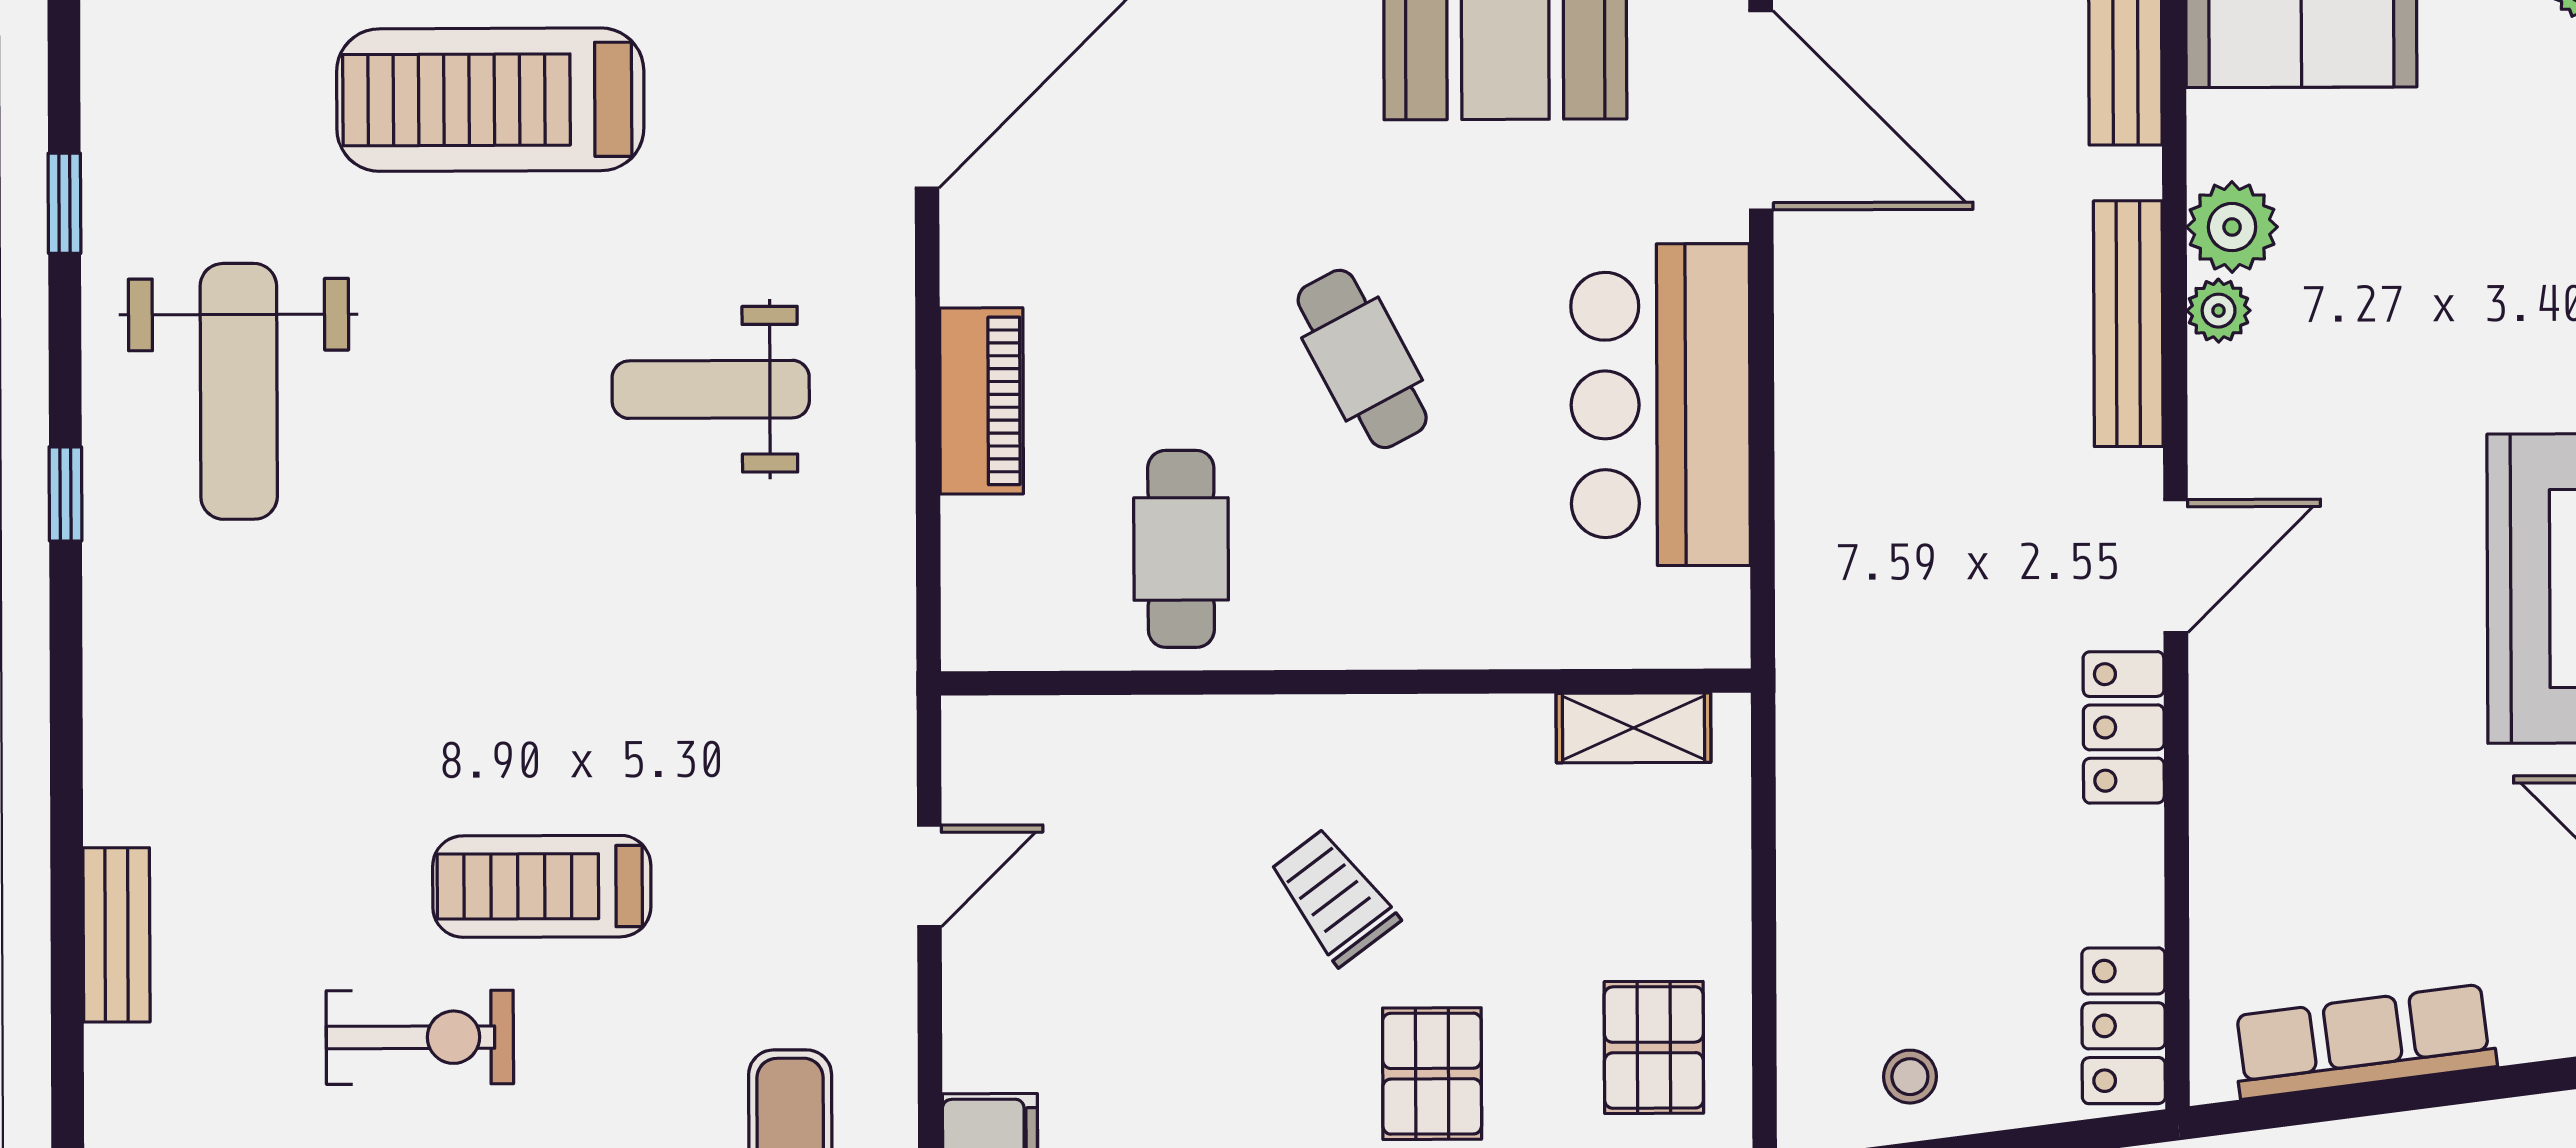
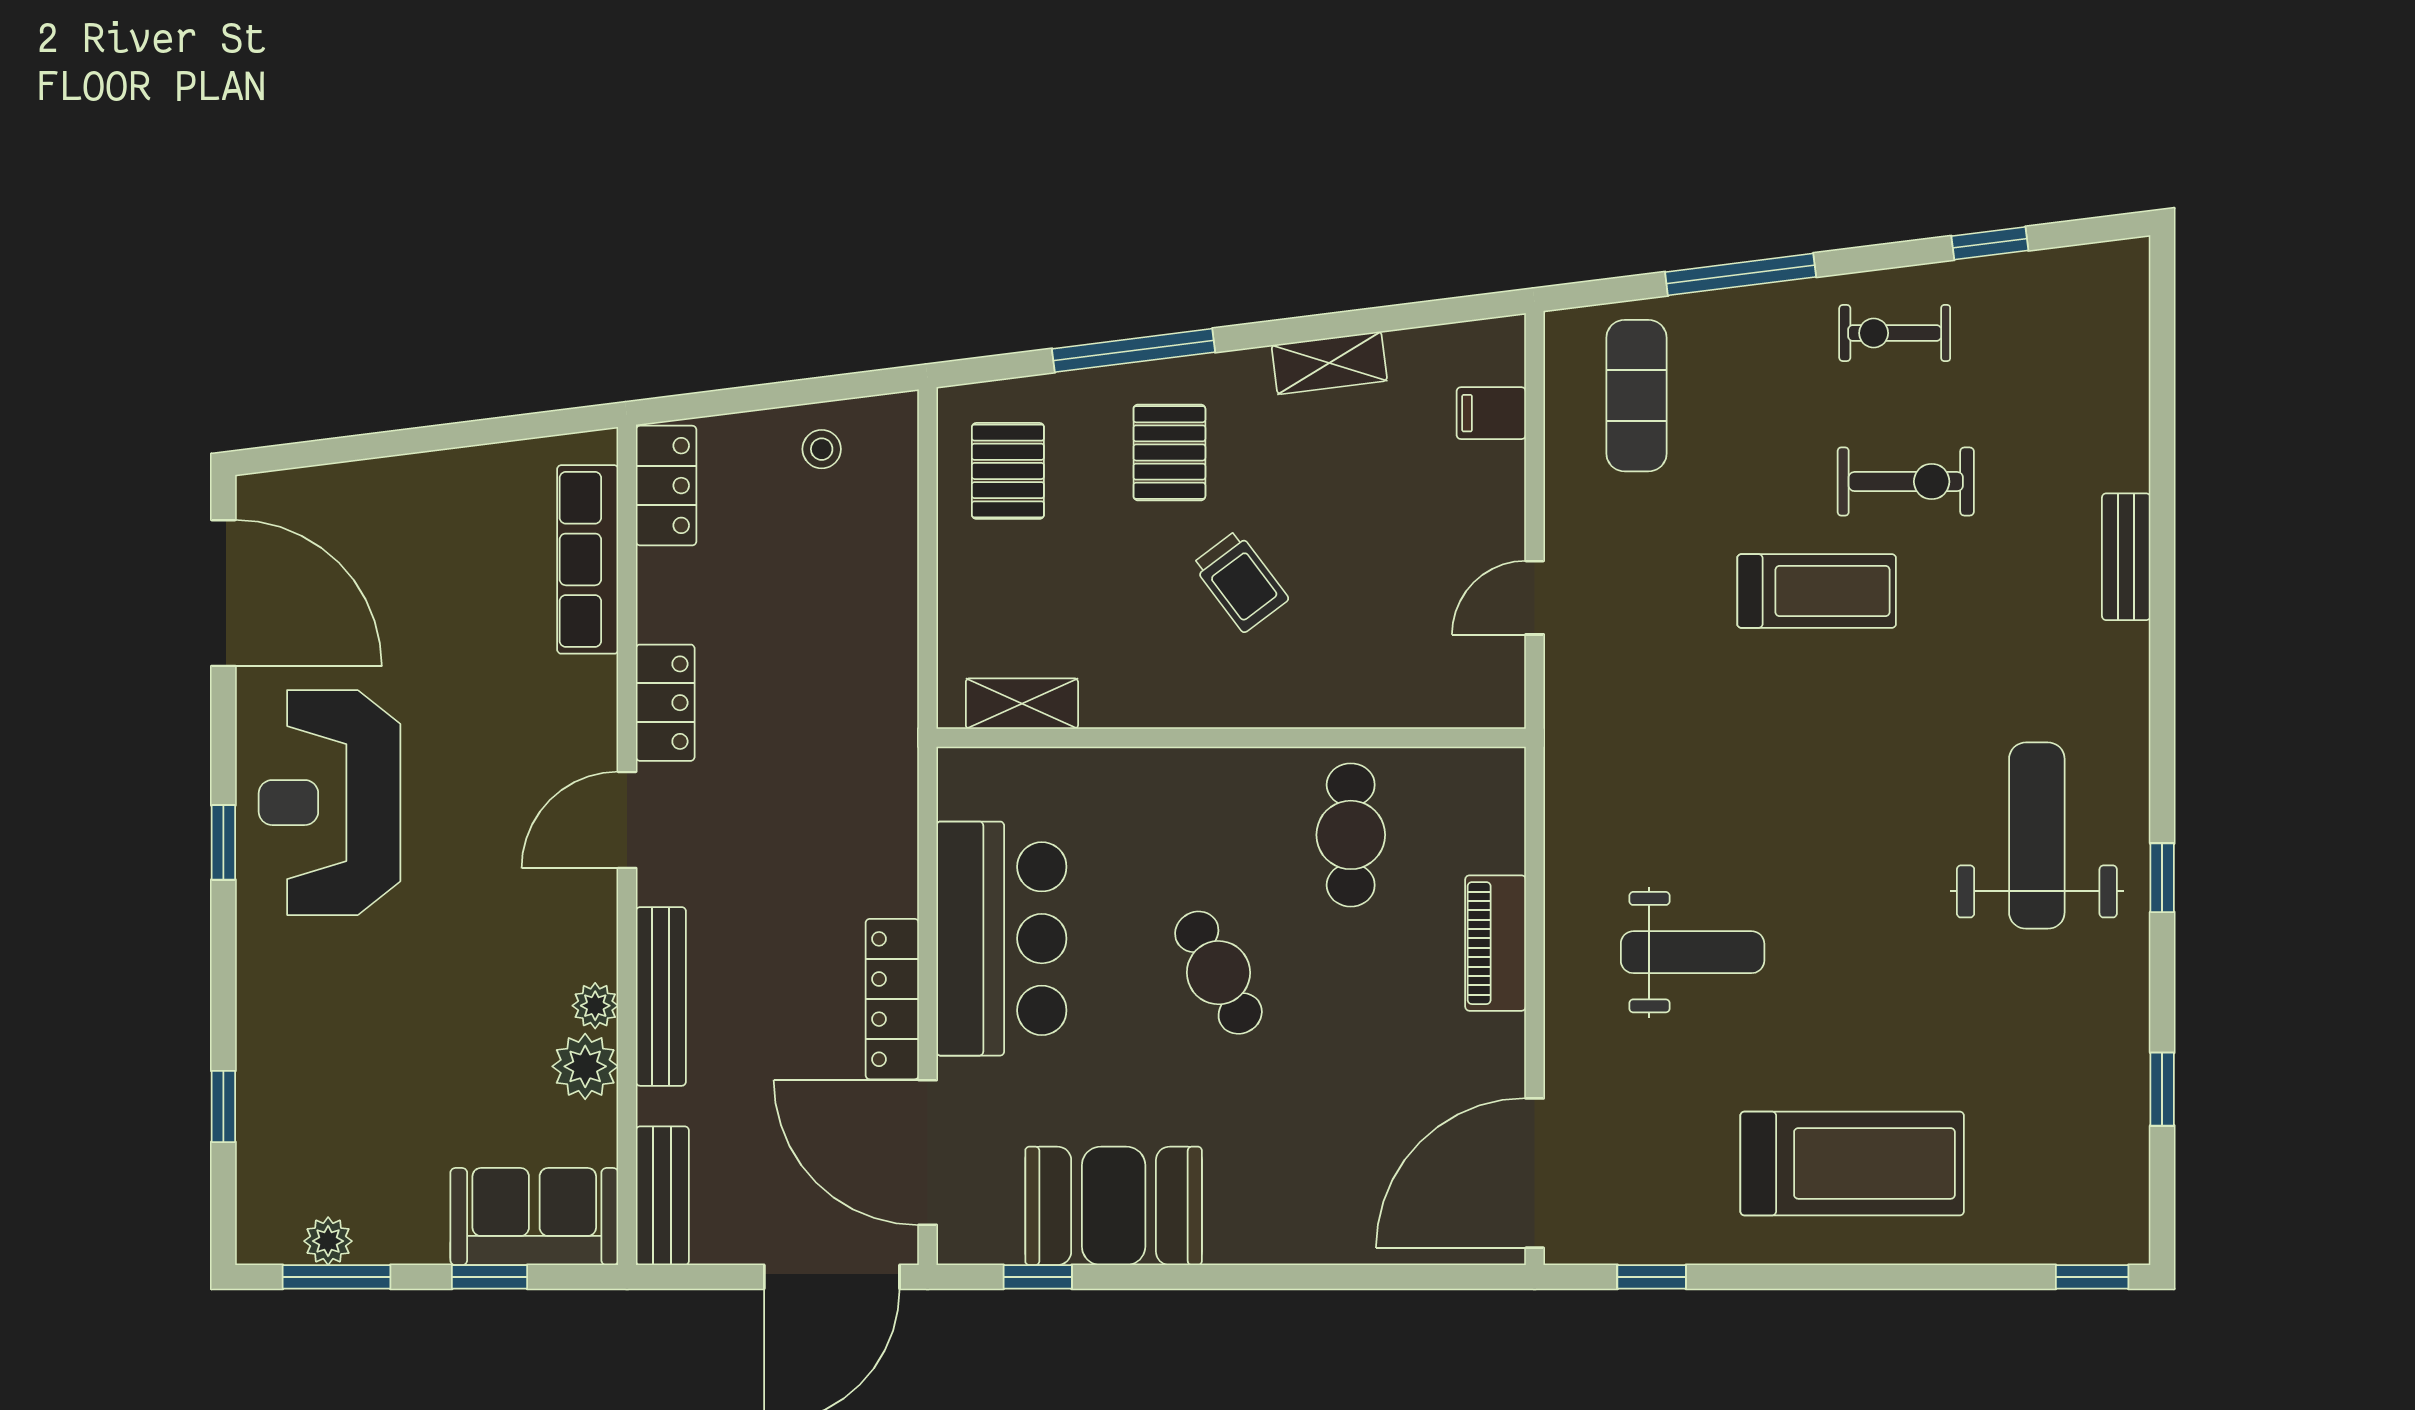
locker: (1810, 321) -> (892, 999), added
weight bench: (239, 391) -> (2037, 836), moved
exercise bike: (420, 1037) -> (1906, 482), turned 180
row of seats: (2364, 1041) -> (588, 559), moved, turned 97

